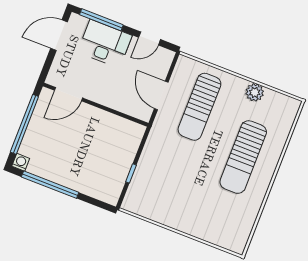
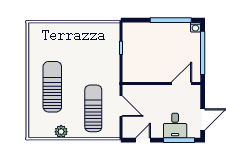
desk: (105, 44) -> (175, 125), width x0.73

